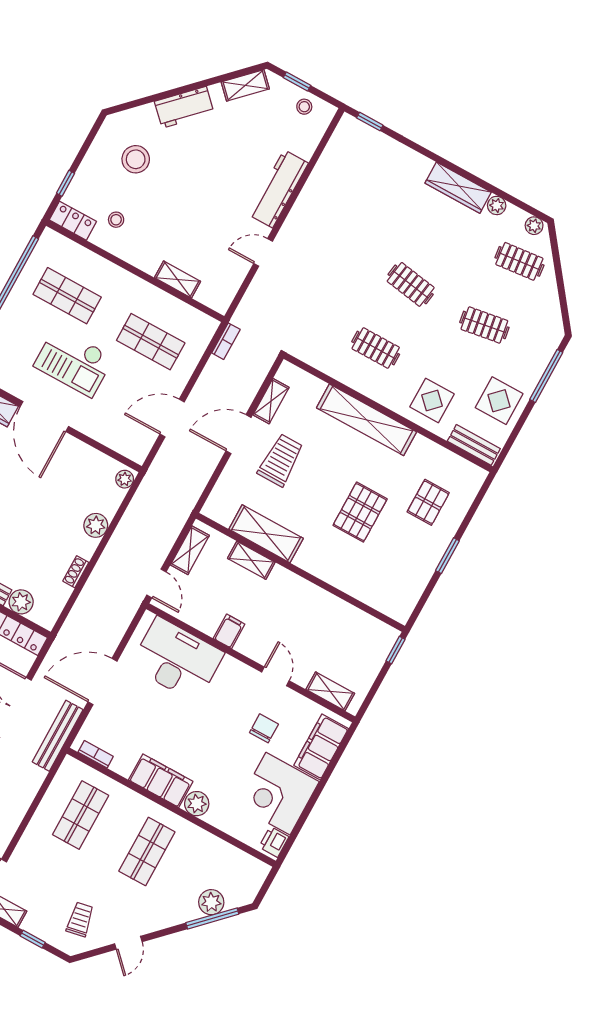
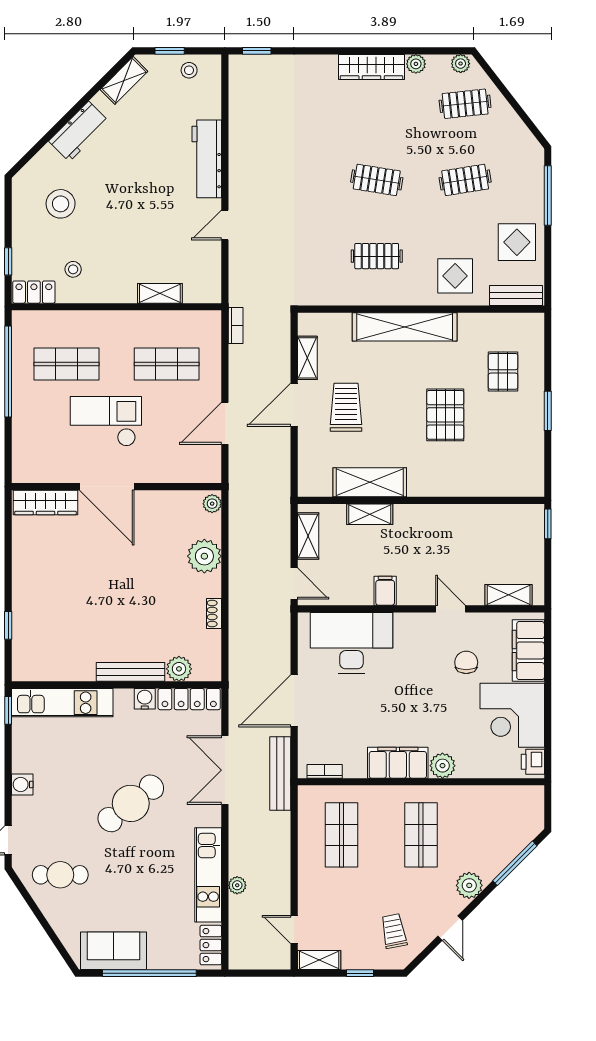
checkout: (74, 362) -> (106, 421), turned 180
plant: (96, 525) -> (204, 556), width x1.36, depth x1.36
plant: (211, 902) -> (469, 885), moved

